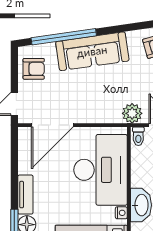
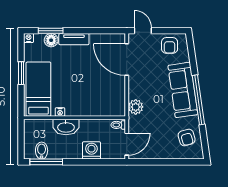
window: (64, 37) -> (198, 100), moved
plant: (132, 113) -> (136, 107), moved
desk: (100, 170) -> (93, 96), removed

